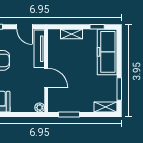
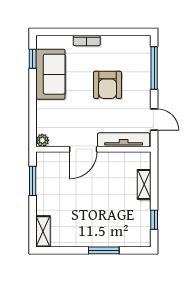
door: (24, 27) -> (154, 119), swing flipped
freezer: (107, 52) -> (119, 234), removed
window: (119, 89) -> (104, 250), moved

